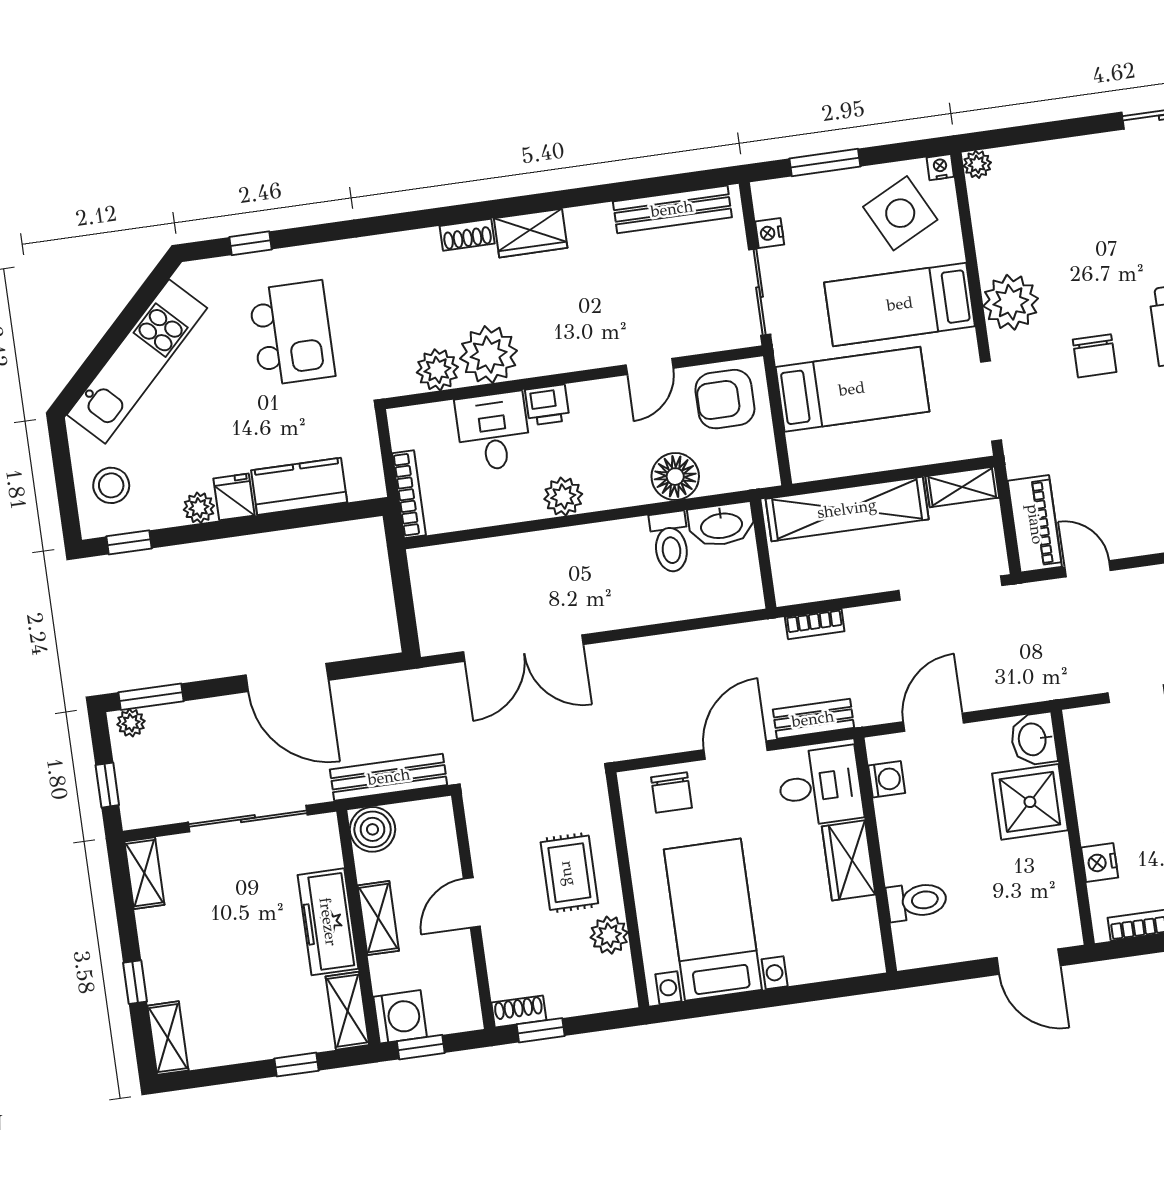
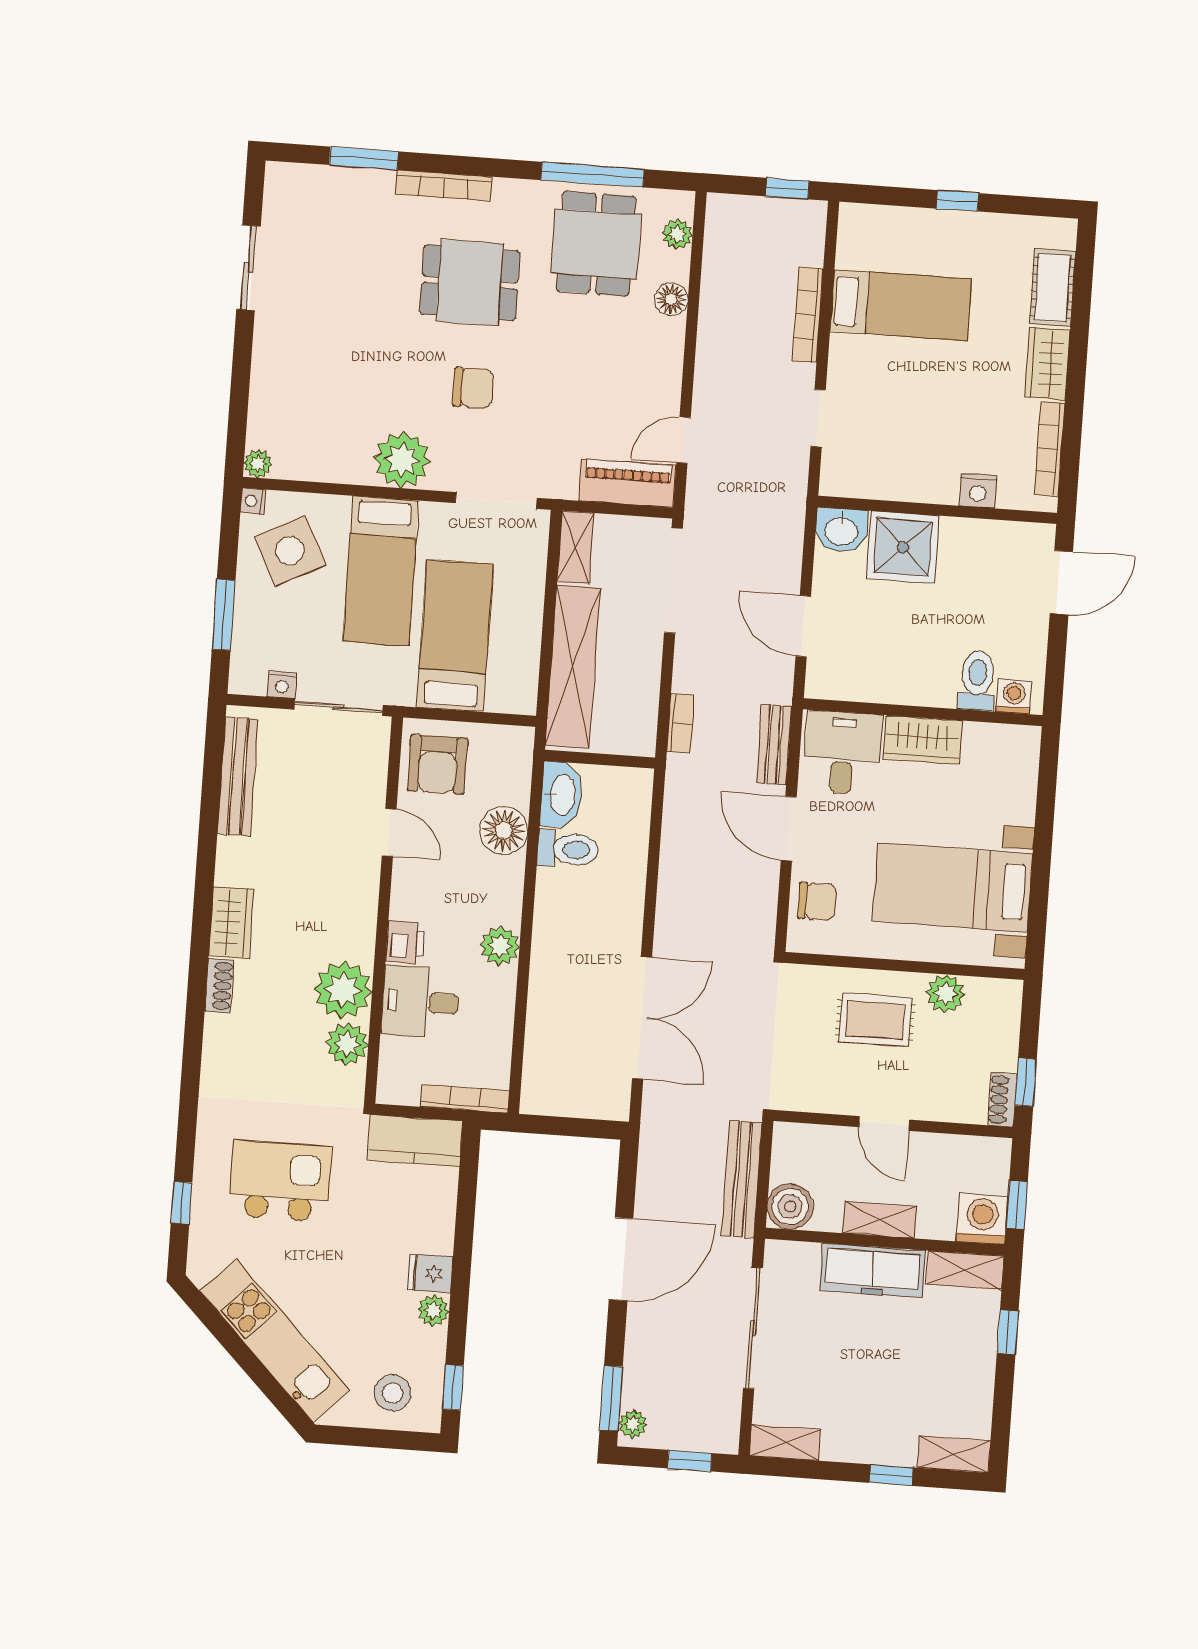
kitchen counter: (299, 486) -> (415, 1141), moved, turned -90
washing machine: (887, 779) -> (1014, 696), moved

